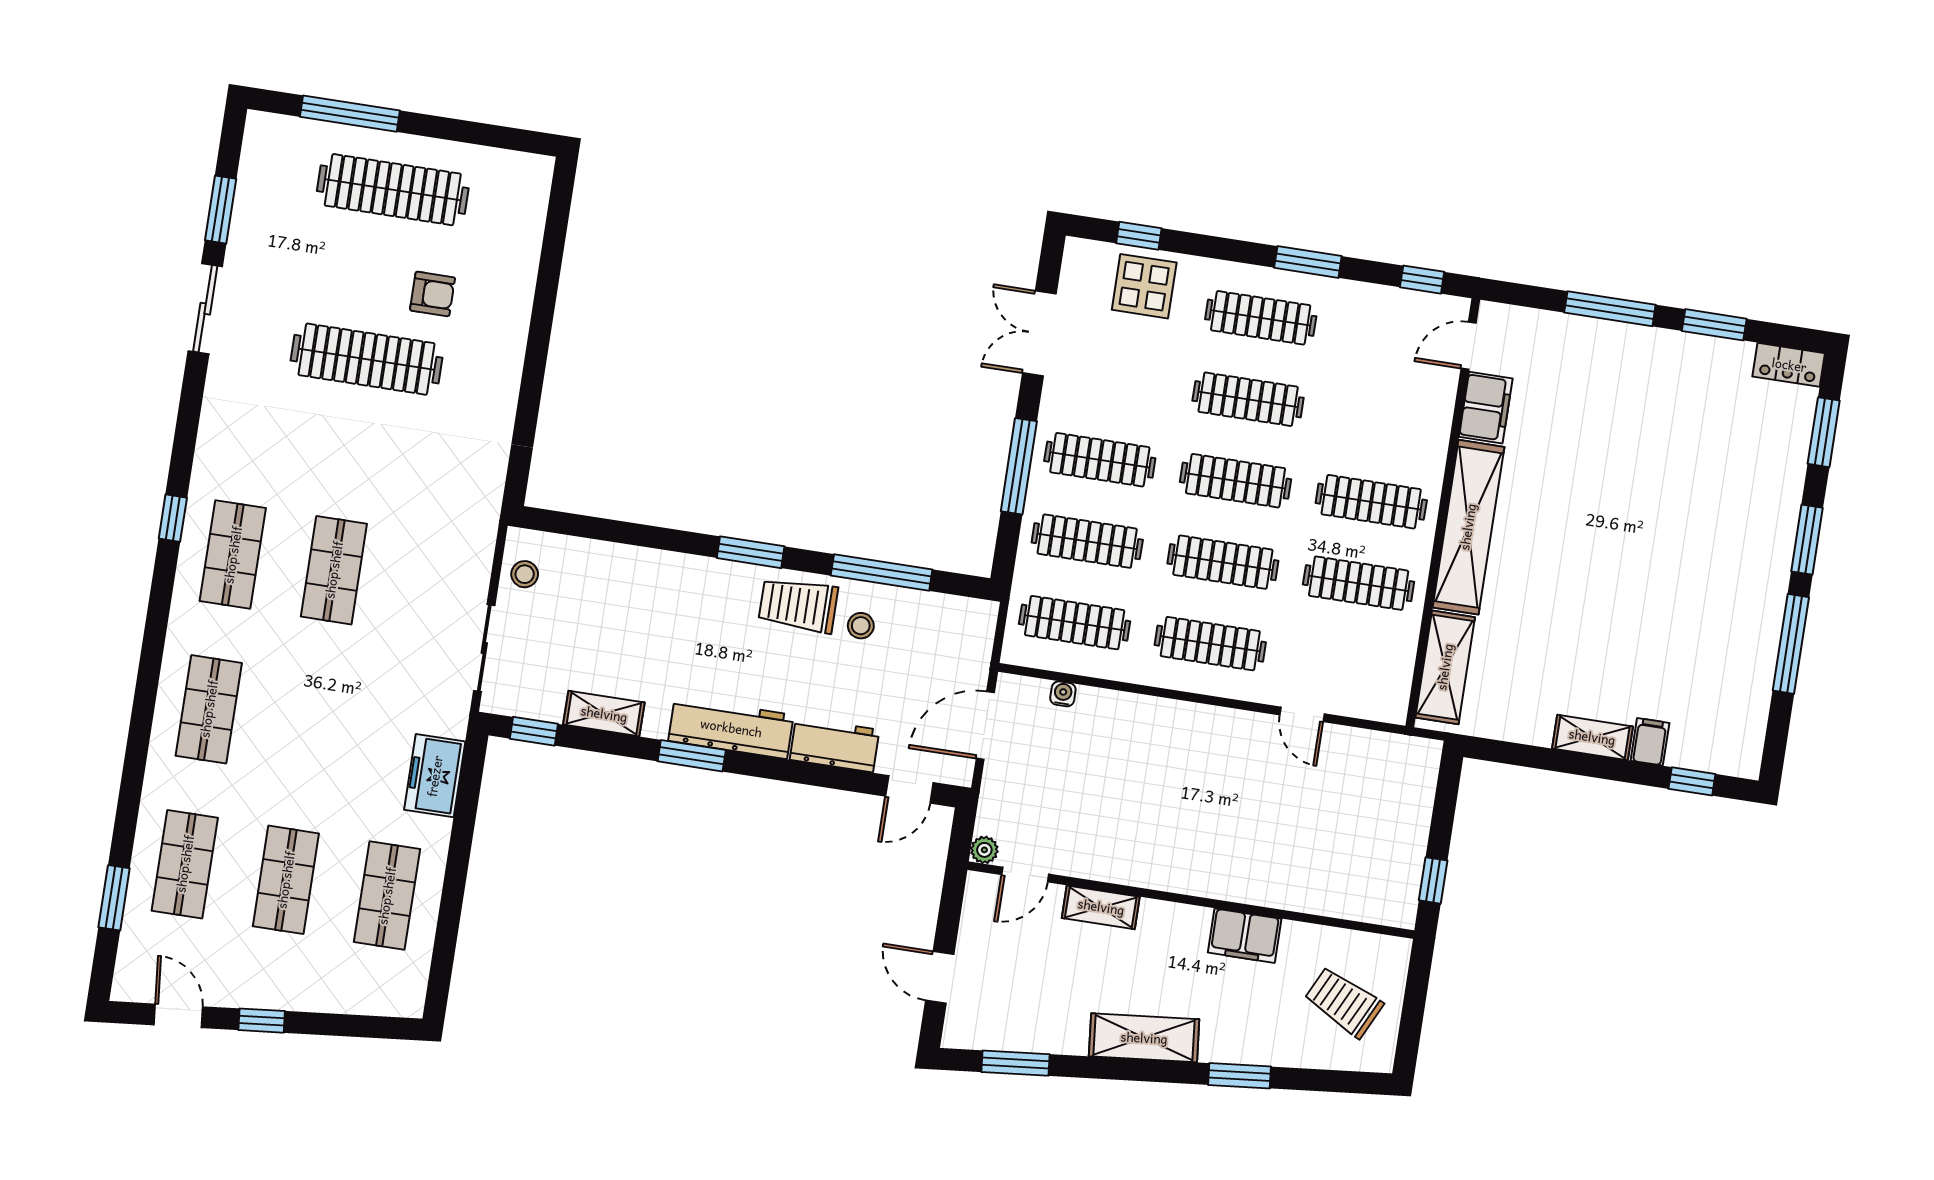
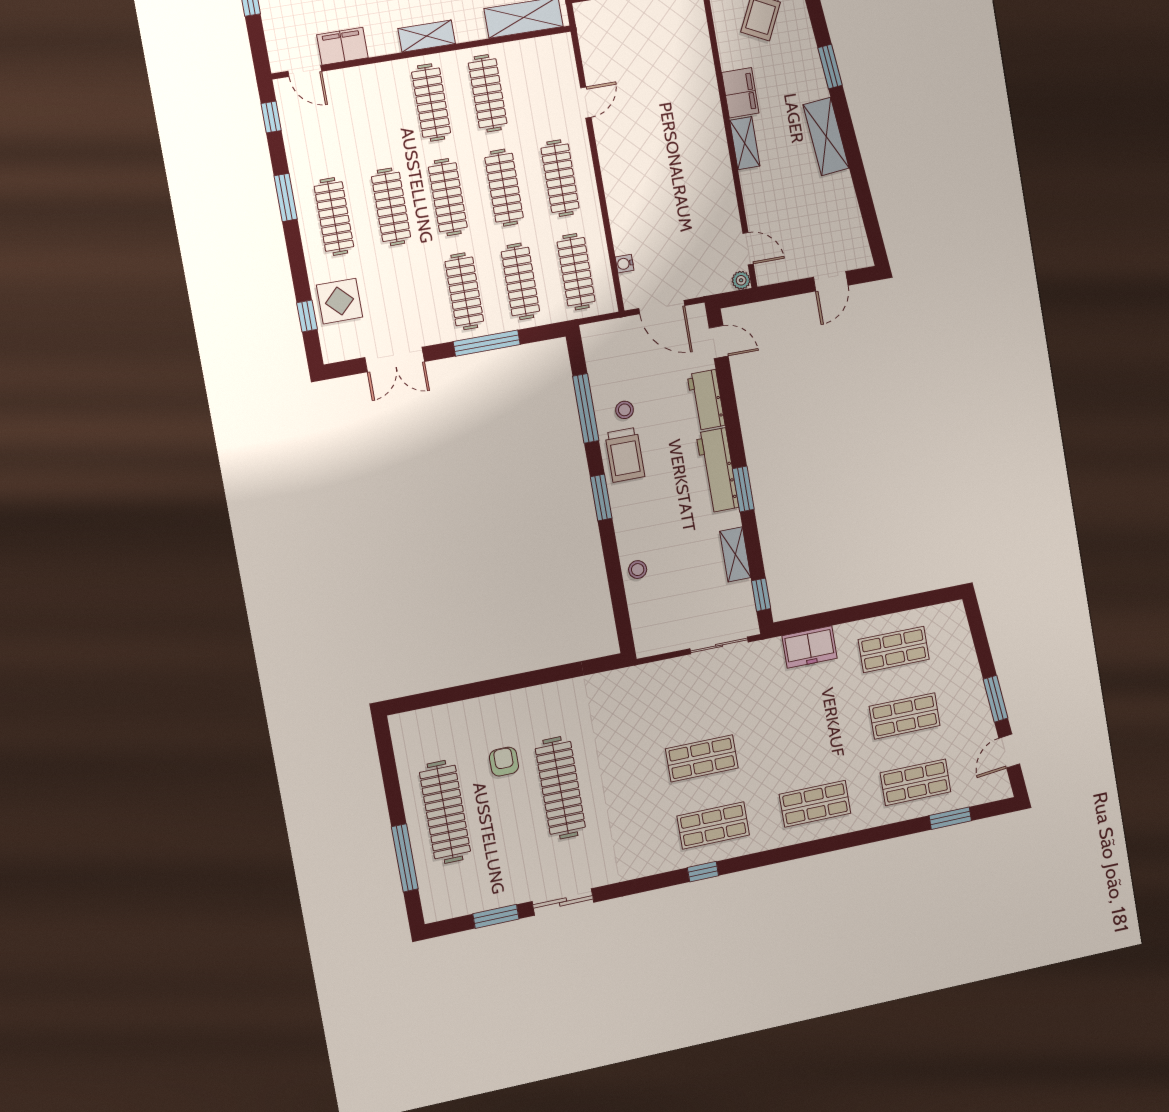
shelving: (1468, 527) -> (427, 36), width x0.45, depth x0.75
stool: (525, 574) -> (638, 570), moved
shelving: (1101, 907) -> (745, 143), moved
window: (262, 1021) -> (996, 699), width x1.50
window: (1015, 1063) -> (869, 214), removed

